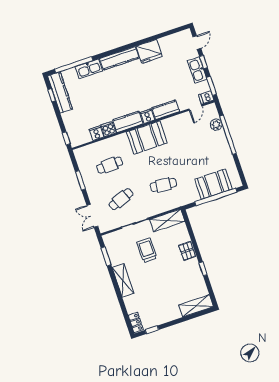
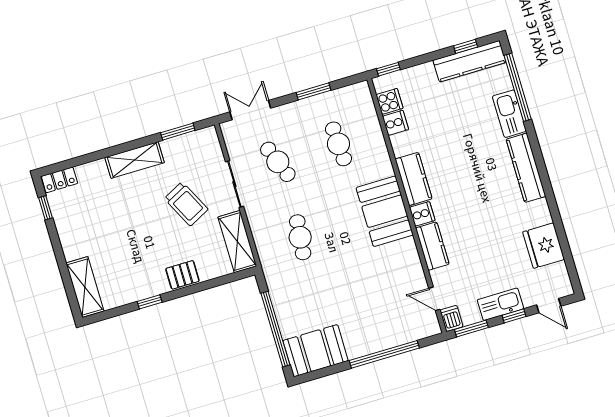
fridge: (149, 51) -> (544, 246), moved
plant: (216, 125) -> (403, 334), removed
cooker: (108, 129) -> (389, 101), moved
booth: (213, 184) -> (316, 351), moved, turned 90
trolley: (147, 250) -> (186, 204), turned 63

